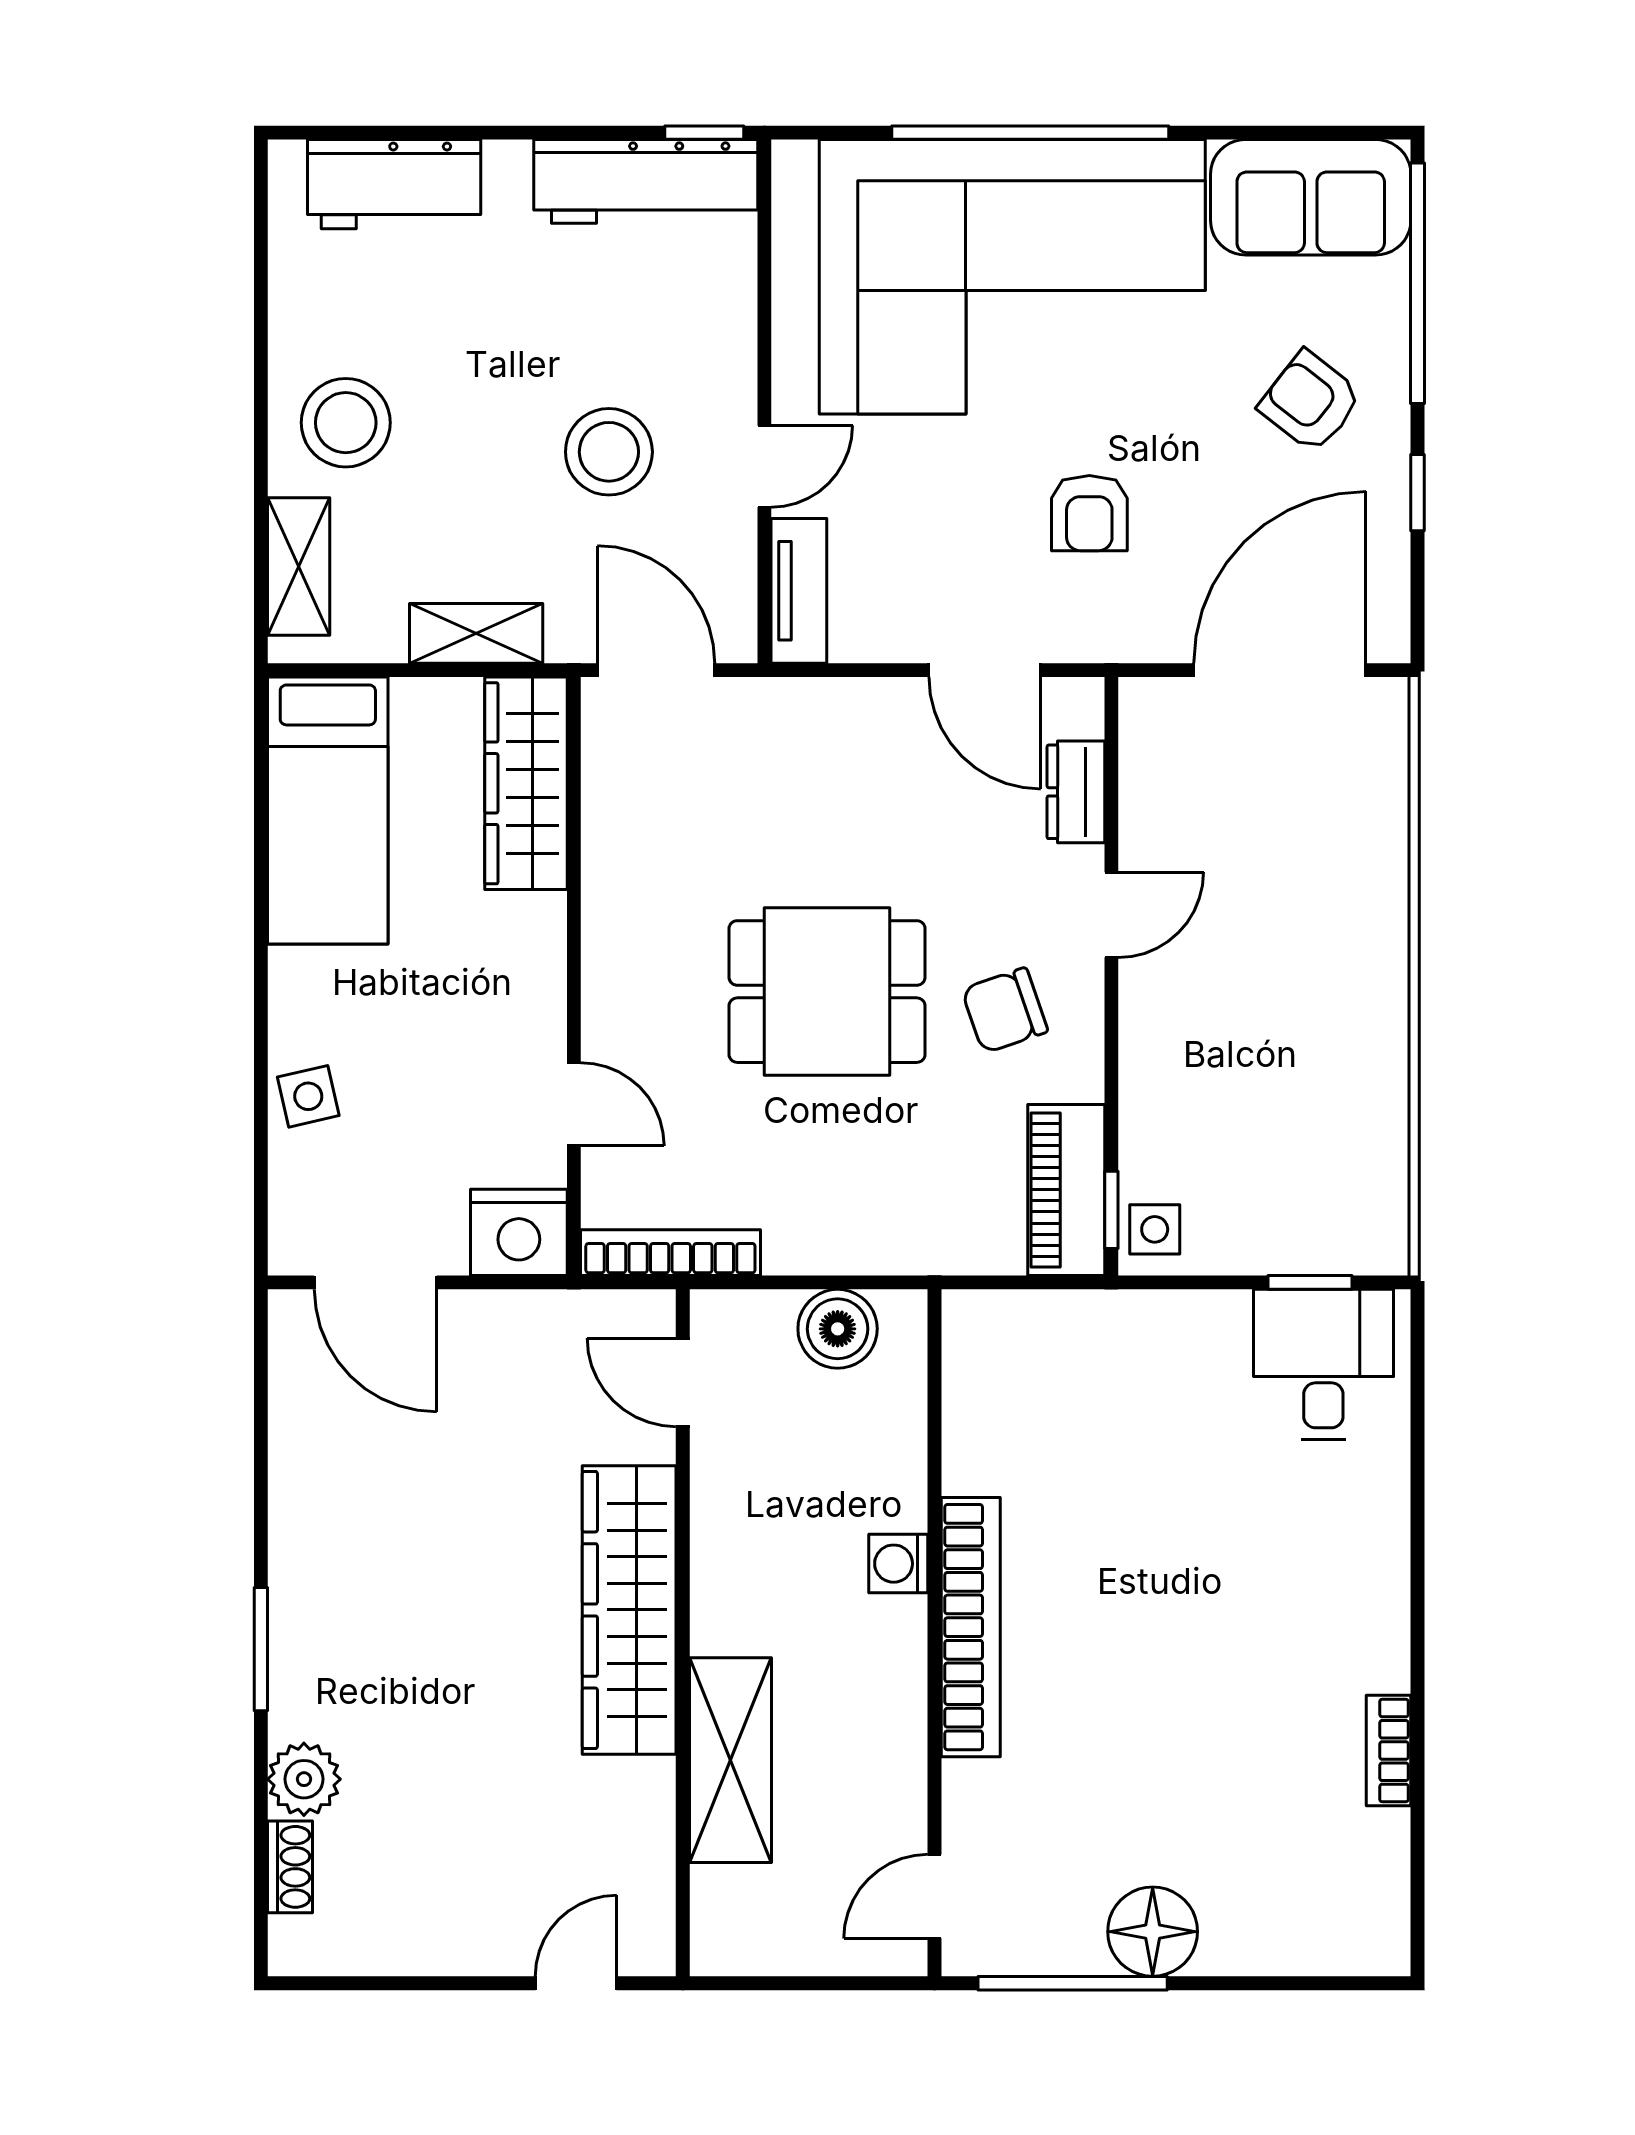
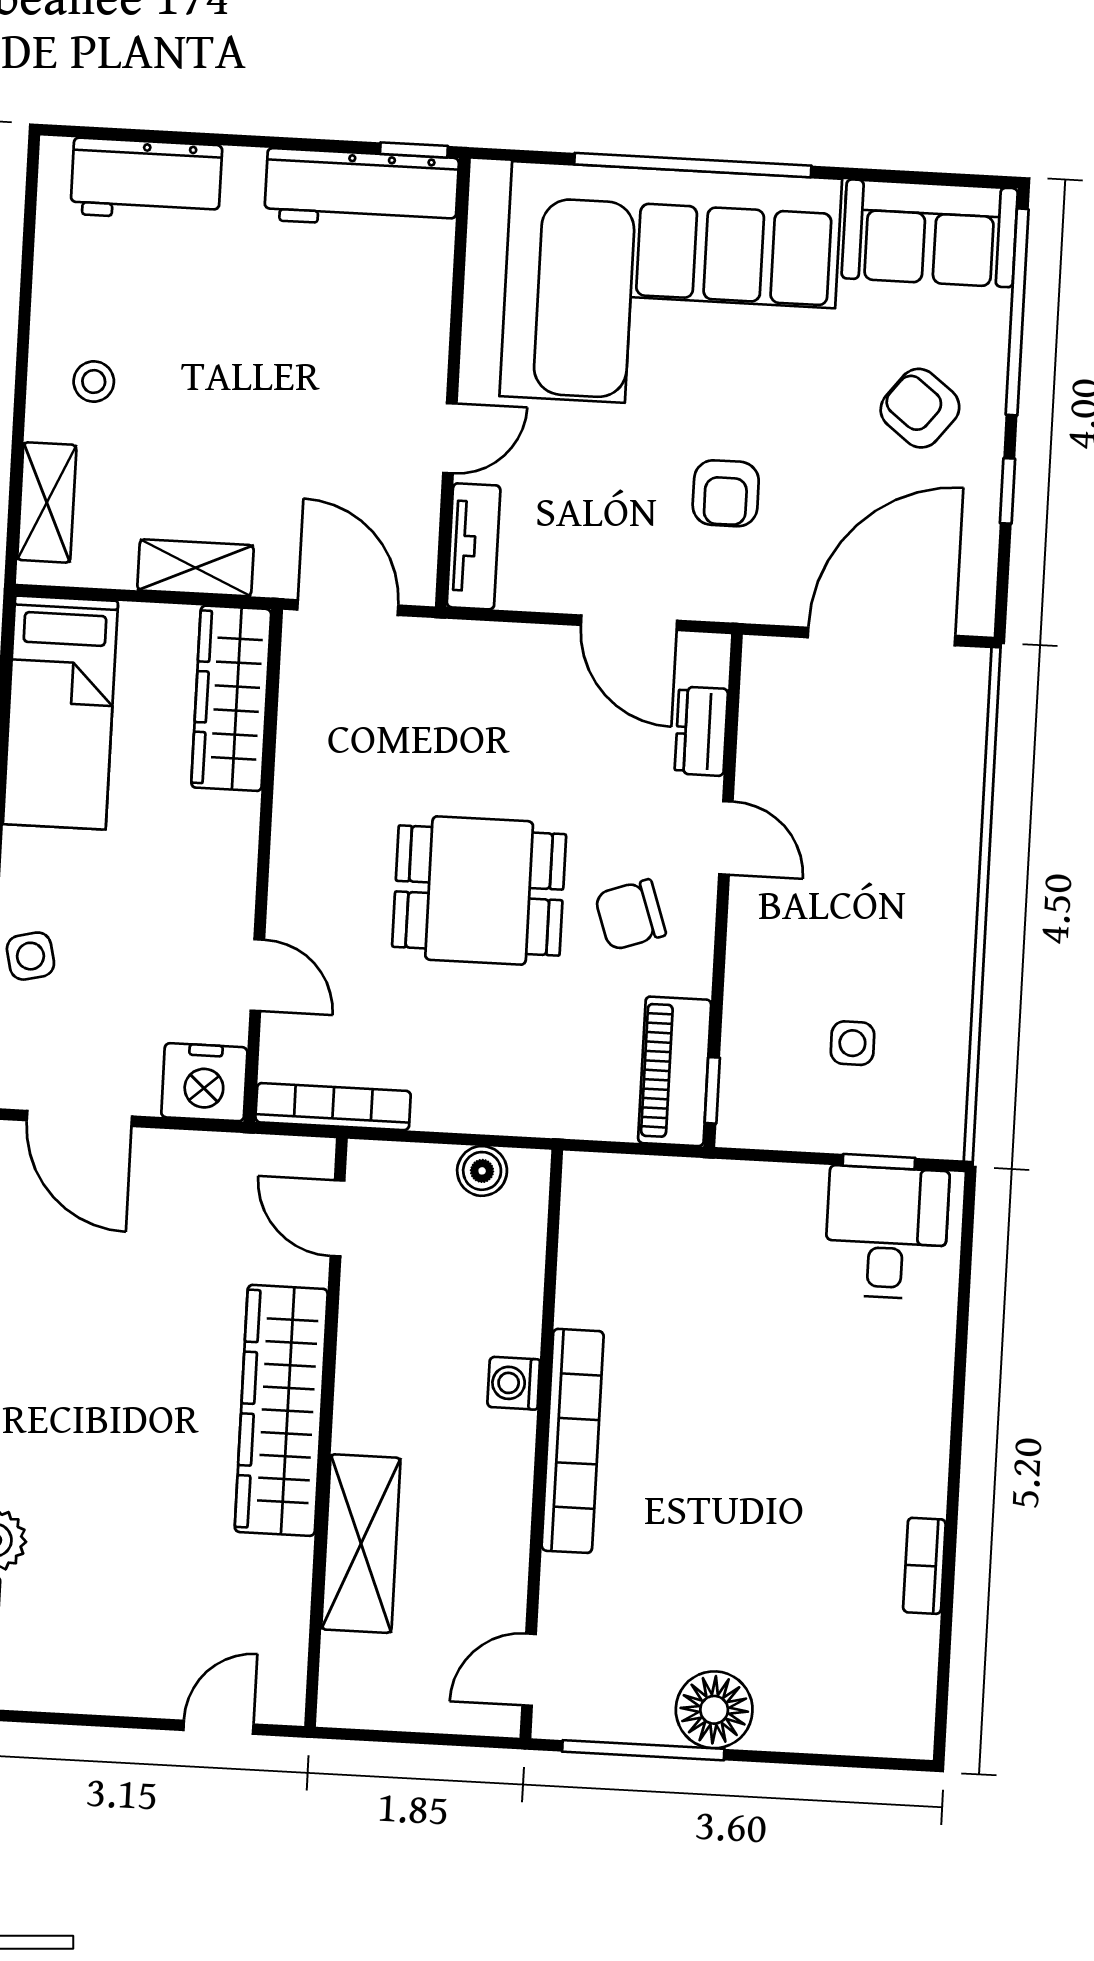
stool: (346, 423) -> (94, 381), width x0.53, depth x0.53
stool: (609, 452) -> (318, 419), removed
door: (1111, 915) -> (726, 838), hinge flipped
side table: (1155, 1229) -> (852, 1043), moved
boiler: (838, 1329) -> (482, 1171), width x0.73, depth x0.73

